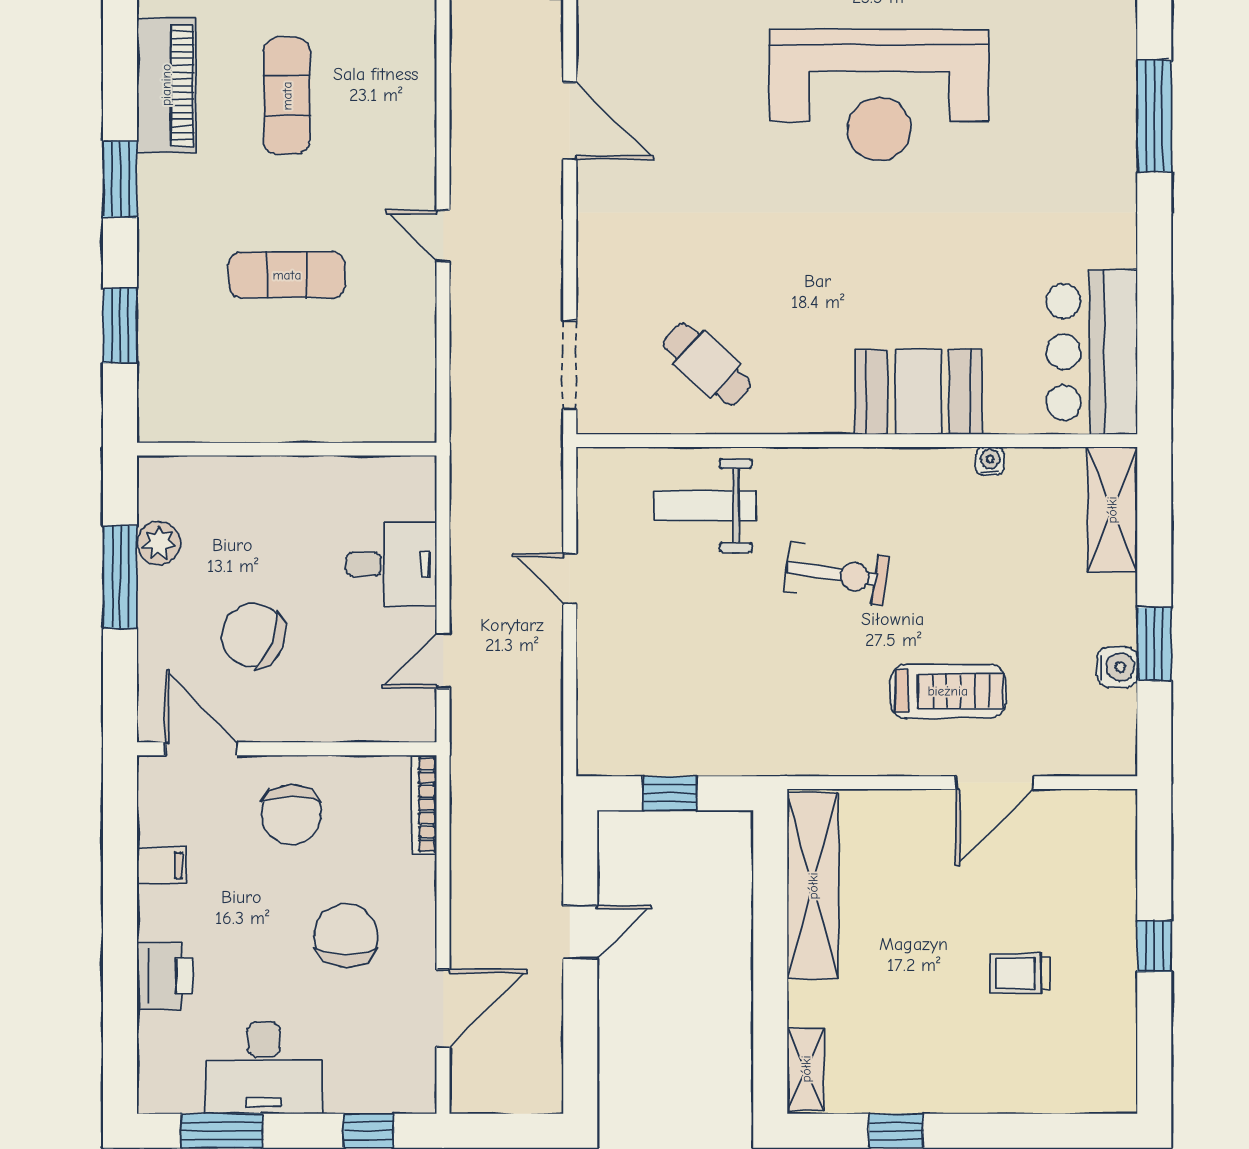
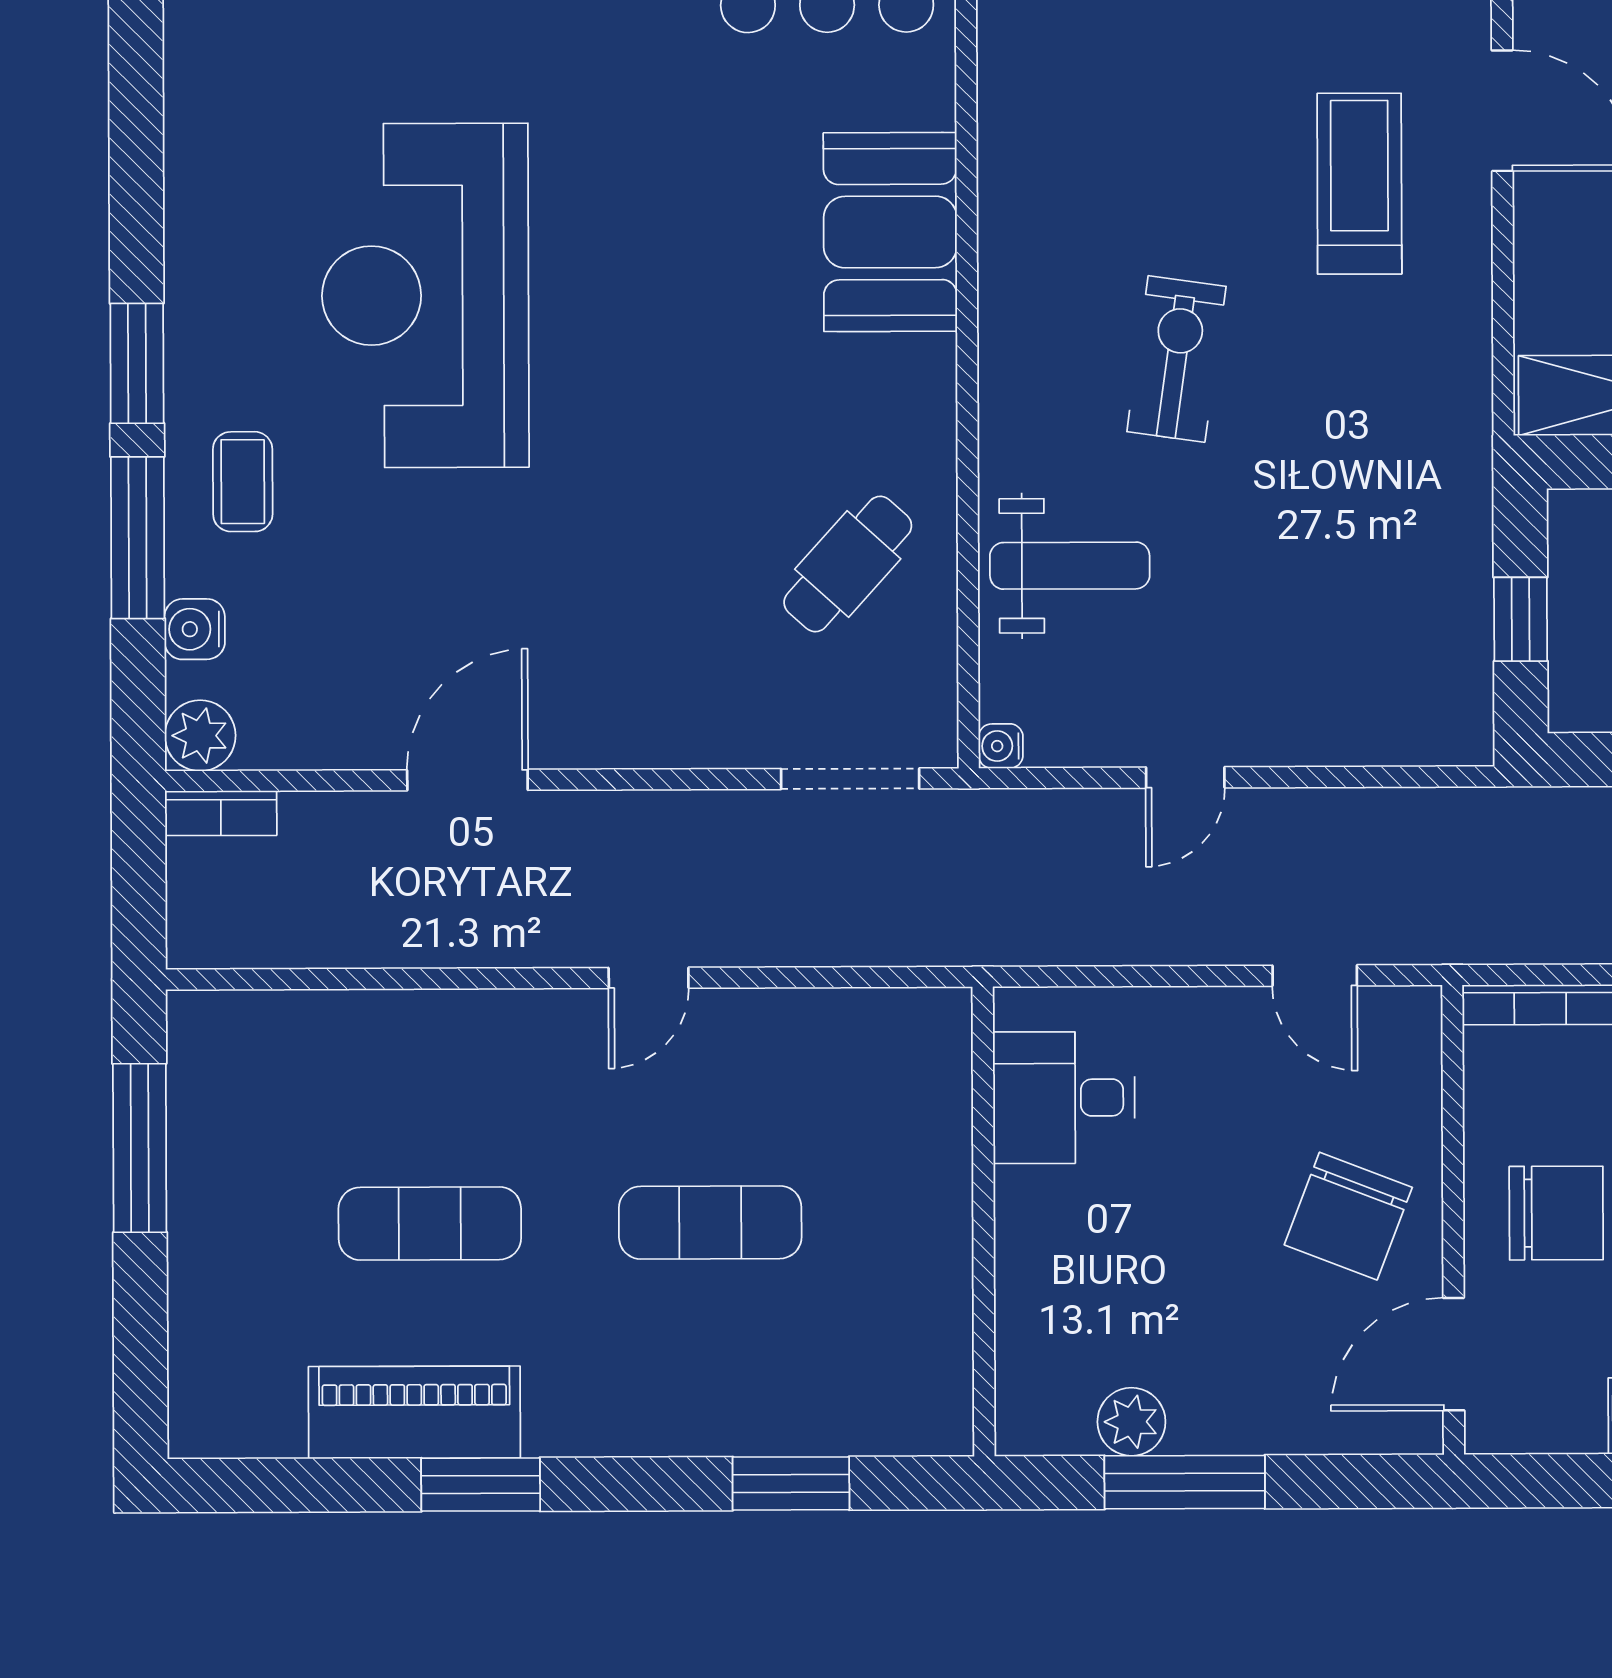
reception desk: (879, 95) -> (425, 295), turned 180
window: (120, 179) -> (481, 1485), moved
exercise mat: (287, 275) -> (710, 1222), turned 90
water cooler: (990, 461) -> (1001, 746), moved
weight bench: (705, 506) -> (1070, 566), turned -90
desk: (392, 564) -> (1064, 1098), moved, turned -90
chair: (253, 635) -> (1348, 1216), moved

